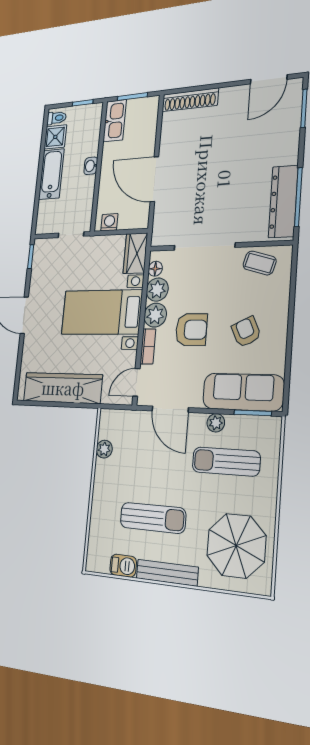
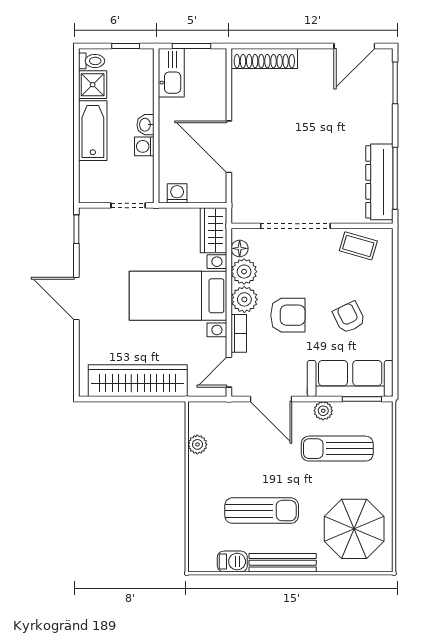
washing machine: (88, 184) -> (144, 146), added

